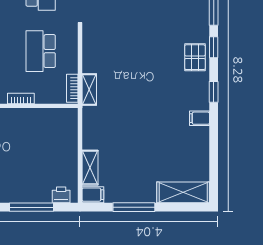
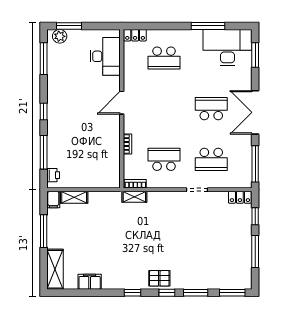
filing cabinet: (199, 118) -> (90, 282), moved, width x2.00

